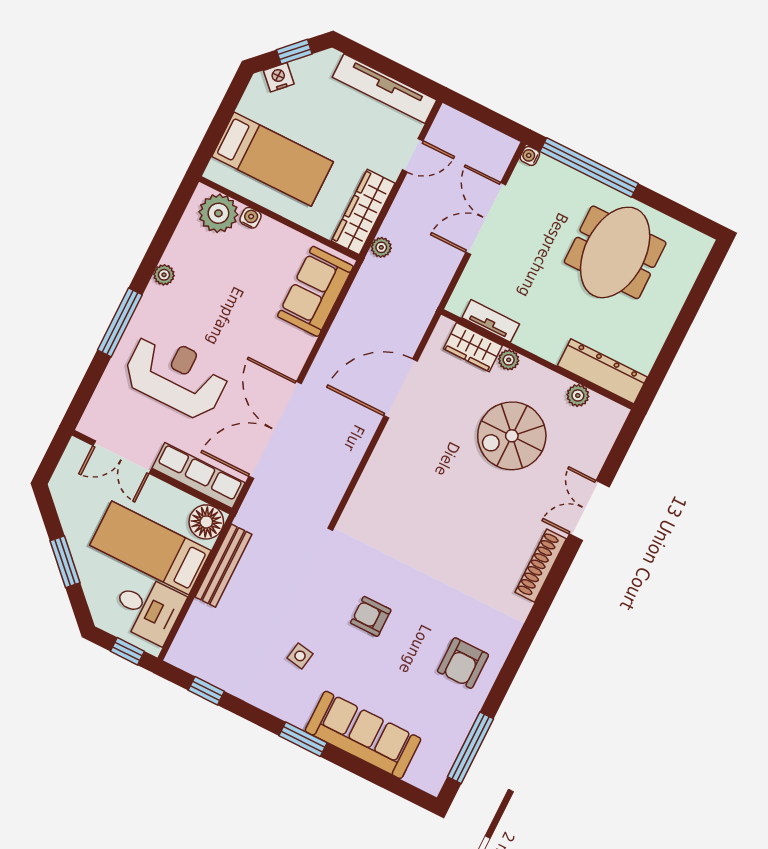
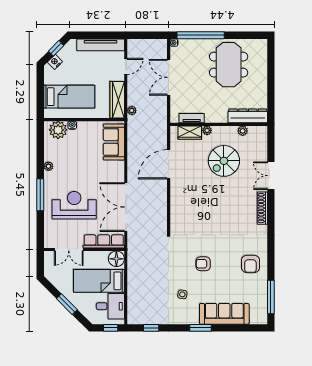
bench: (223, 566) -> (132, 273), removed

